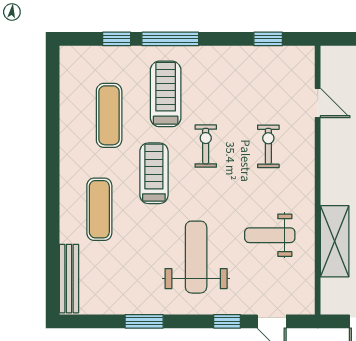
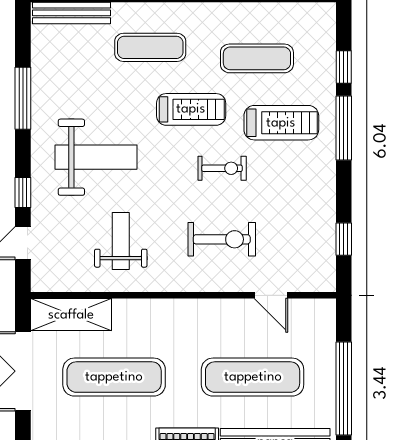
door: (318, 103) -> (271, 295), hinge flipped
exercise bike: (268, 146) -> (222, 239), width x1.38, depth x1.39
shelving: (335, 241) -> (71, 315), moved
window: (144, 321) -> (23, 98), width x1.44

